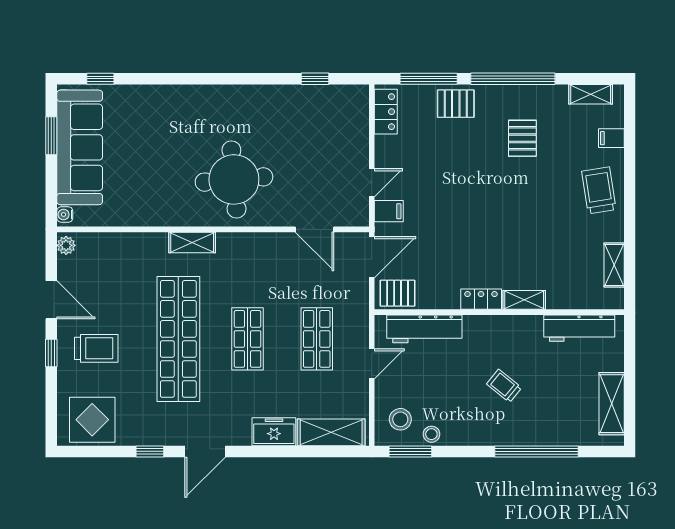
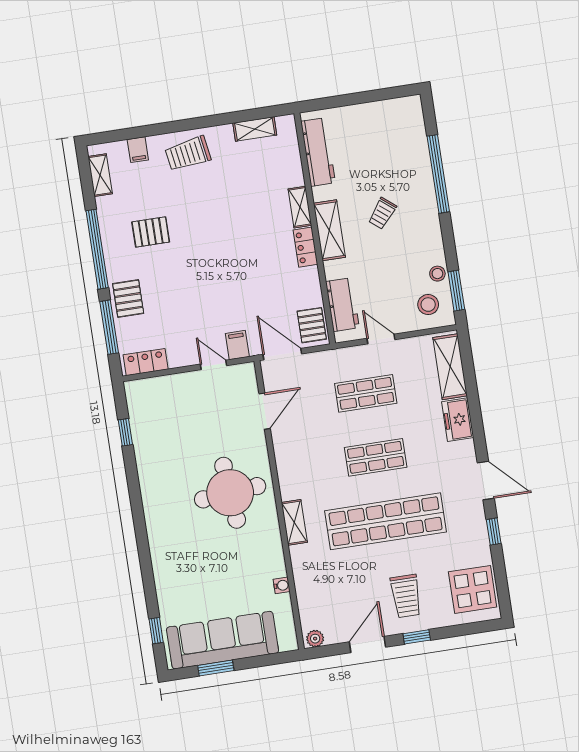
water cooler: (65, 215) -> (282, 585), moved, turned -90
workbench: (424, 329) -> (342, 305), width x0.73
trolley: (96, 348) -> (406, 596), turned 180
shelving: (612, 404) -> (329, 230), moved, turned 90

